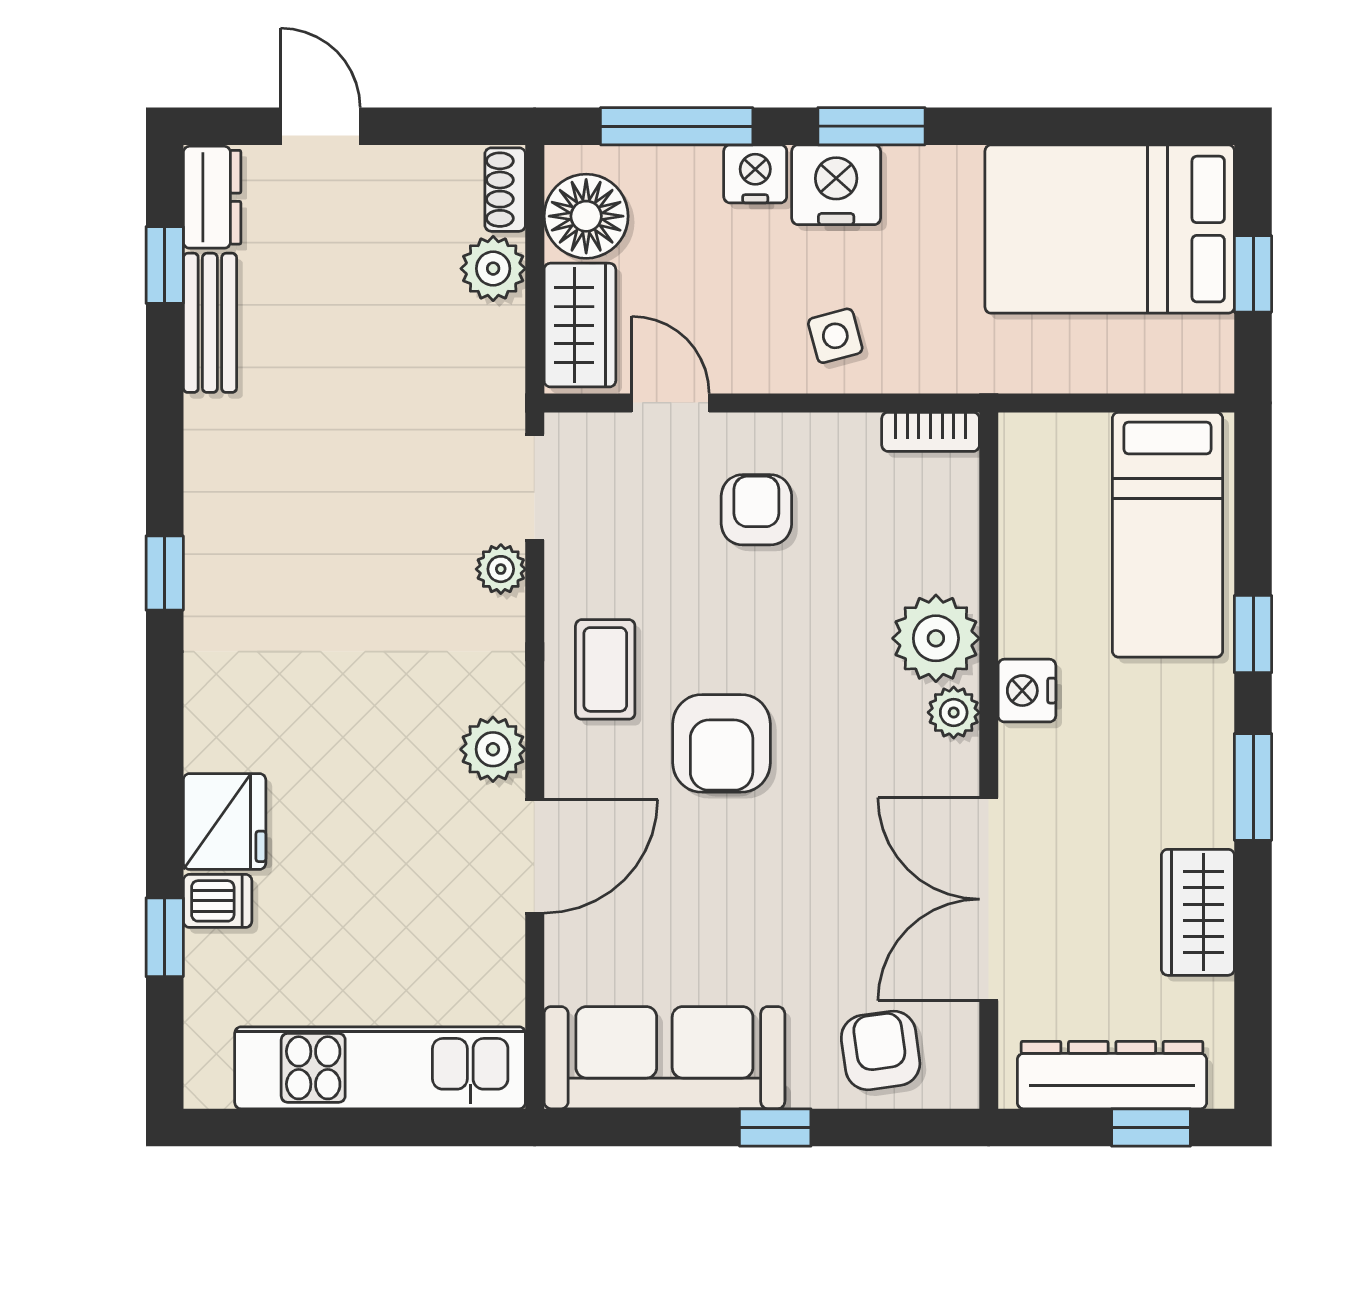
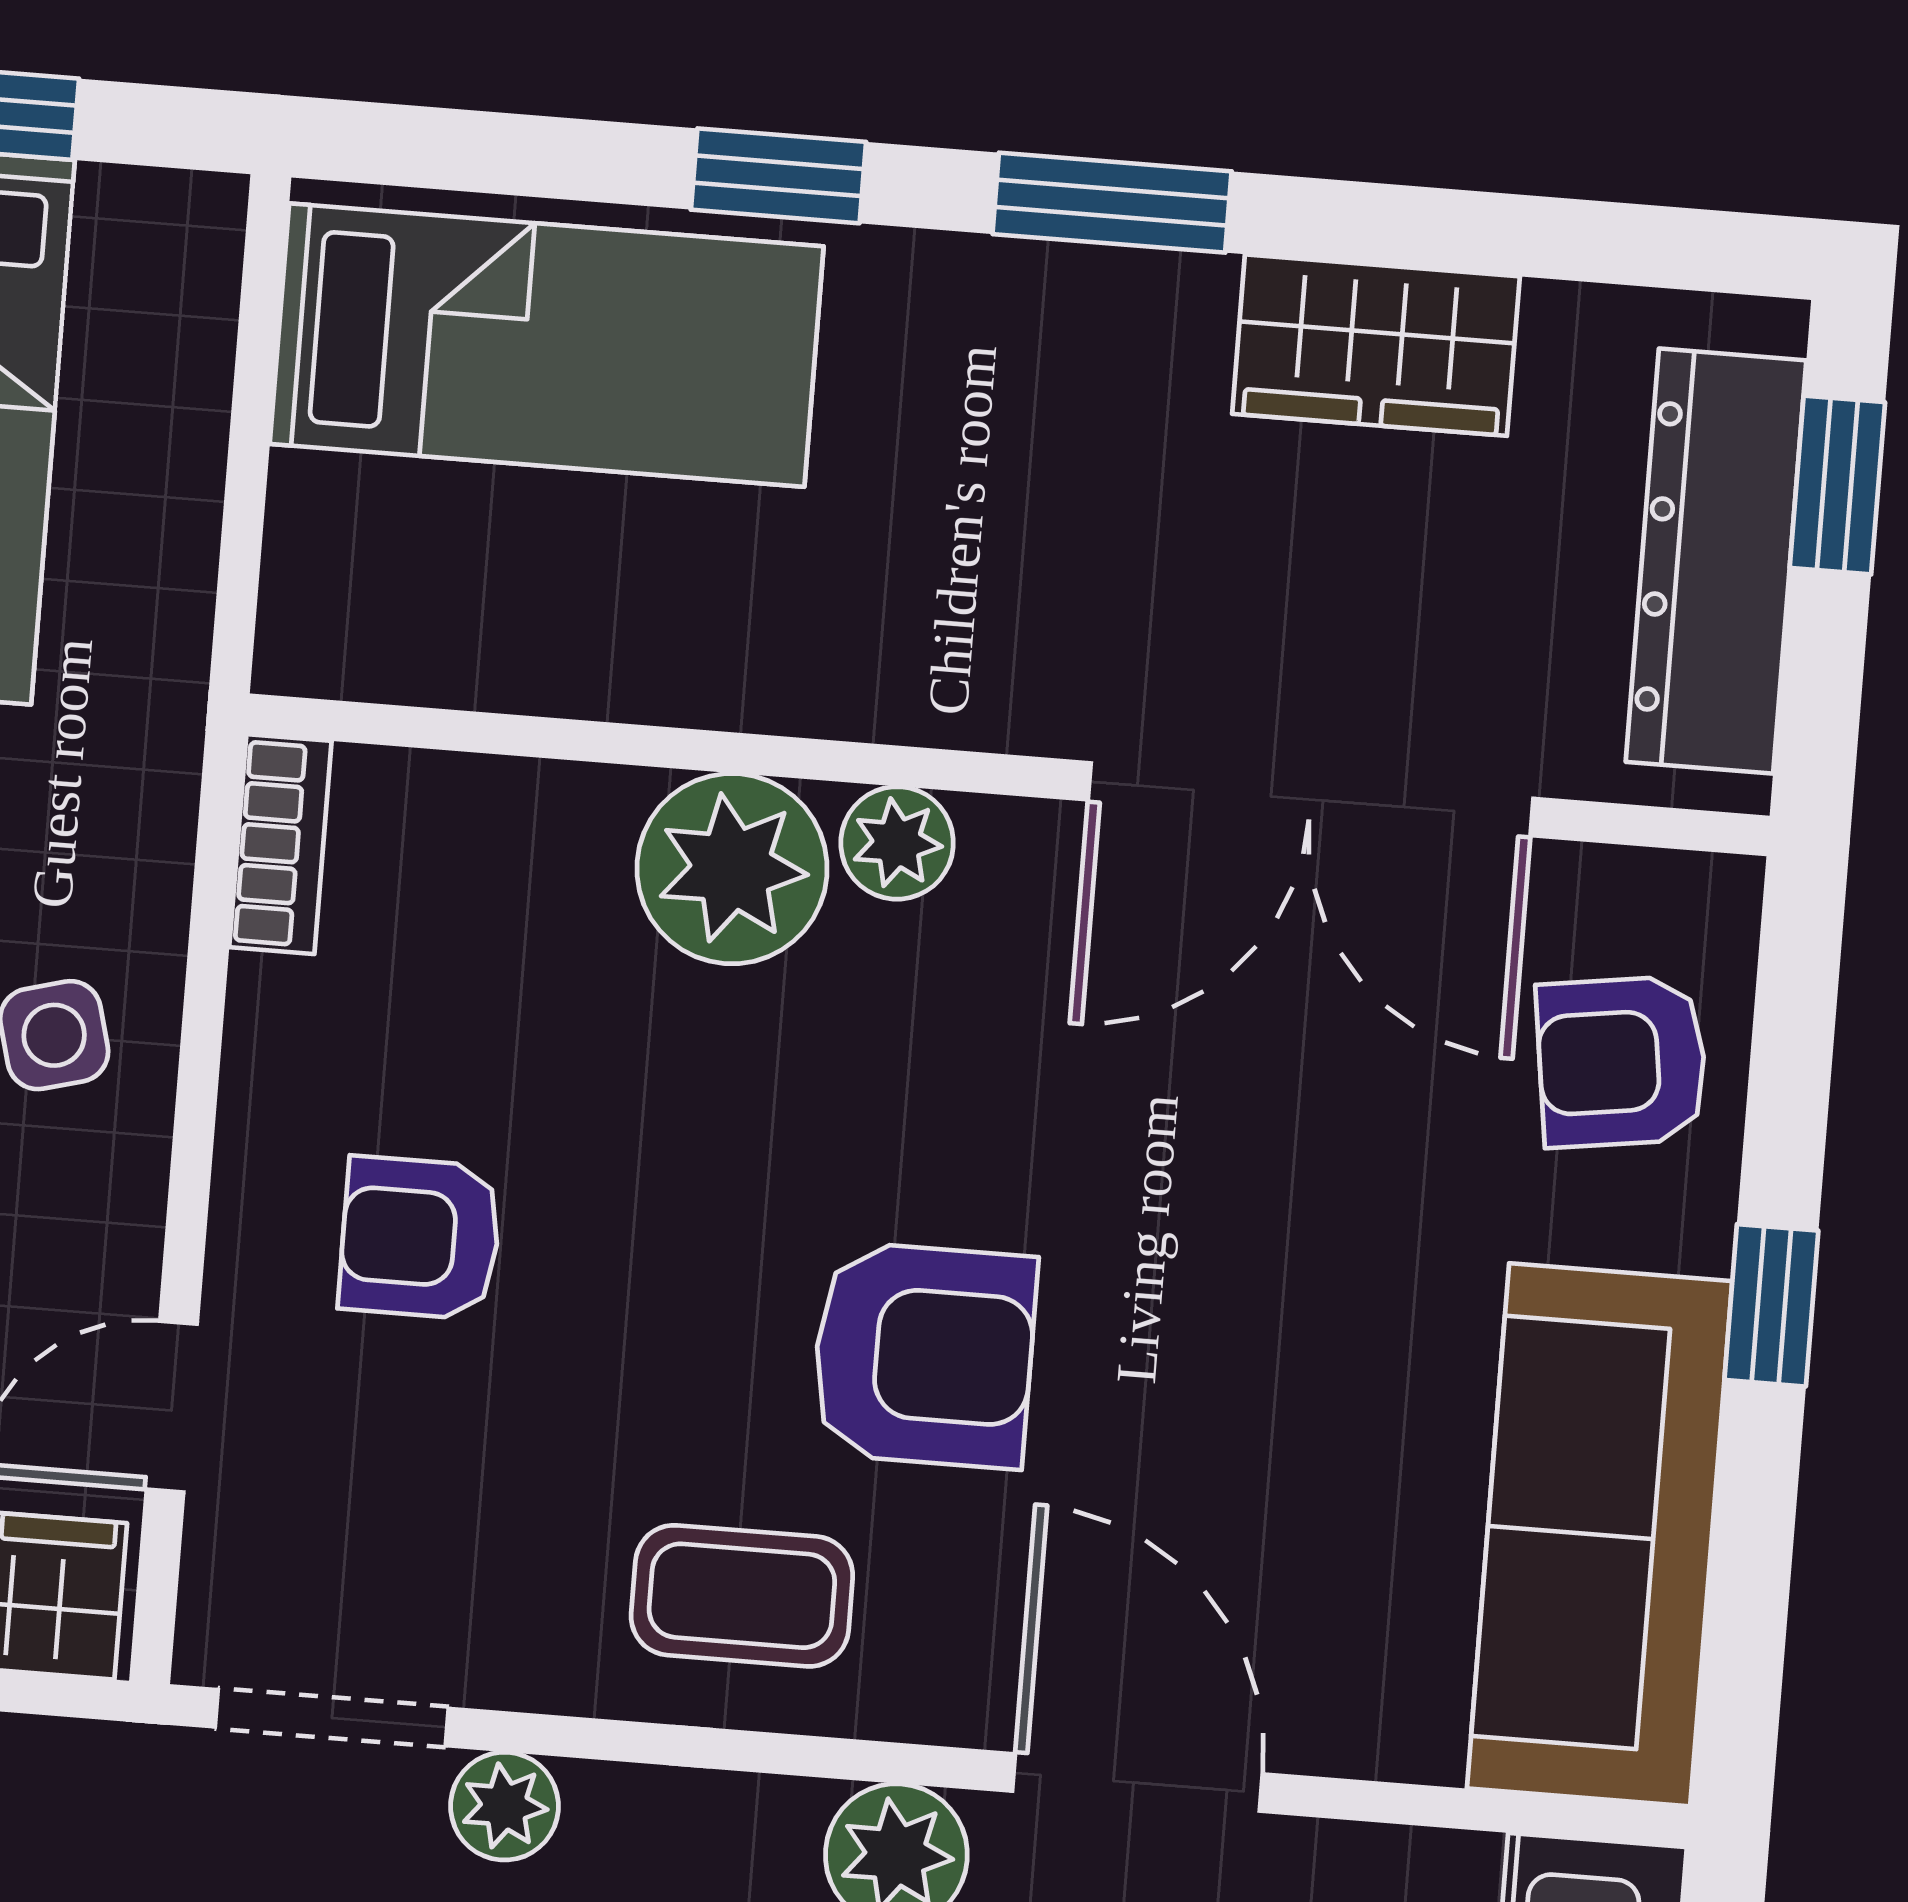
nightstand: (1027, 691) -> (862, 679), removed

